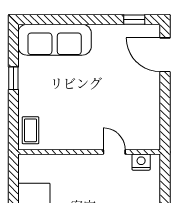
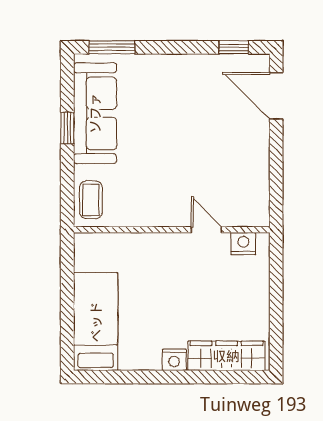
window: (46, 20) -> (112, 47), added
sofa: (55, 40) -> (95, 113), moved, turned -90

